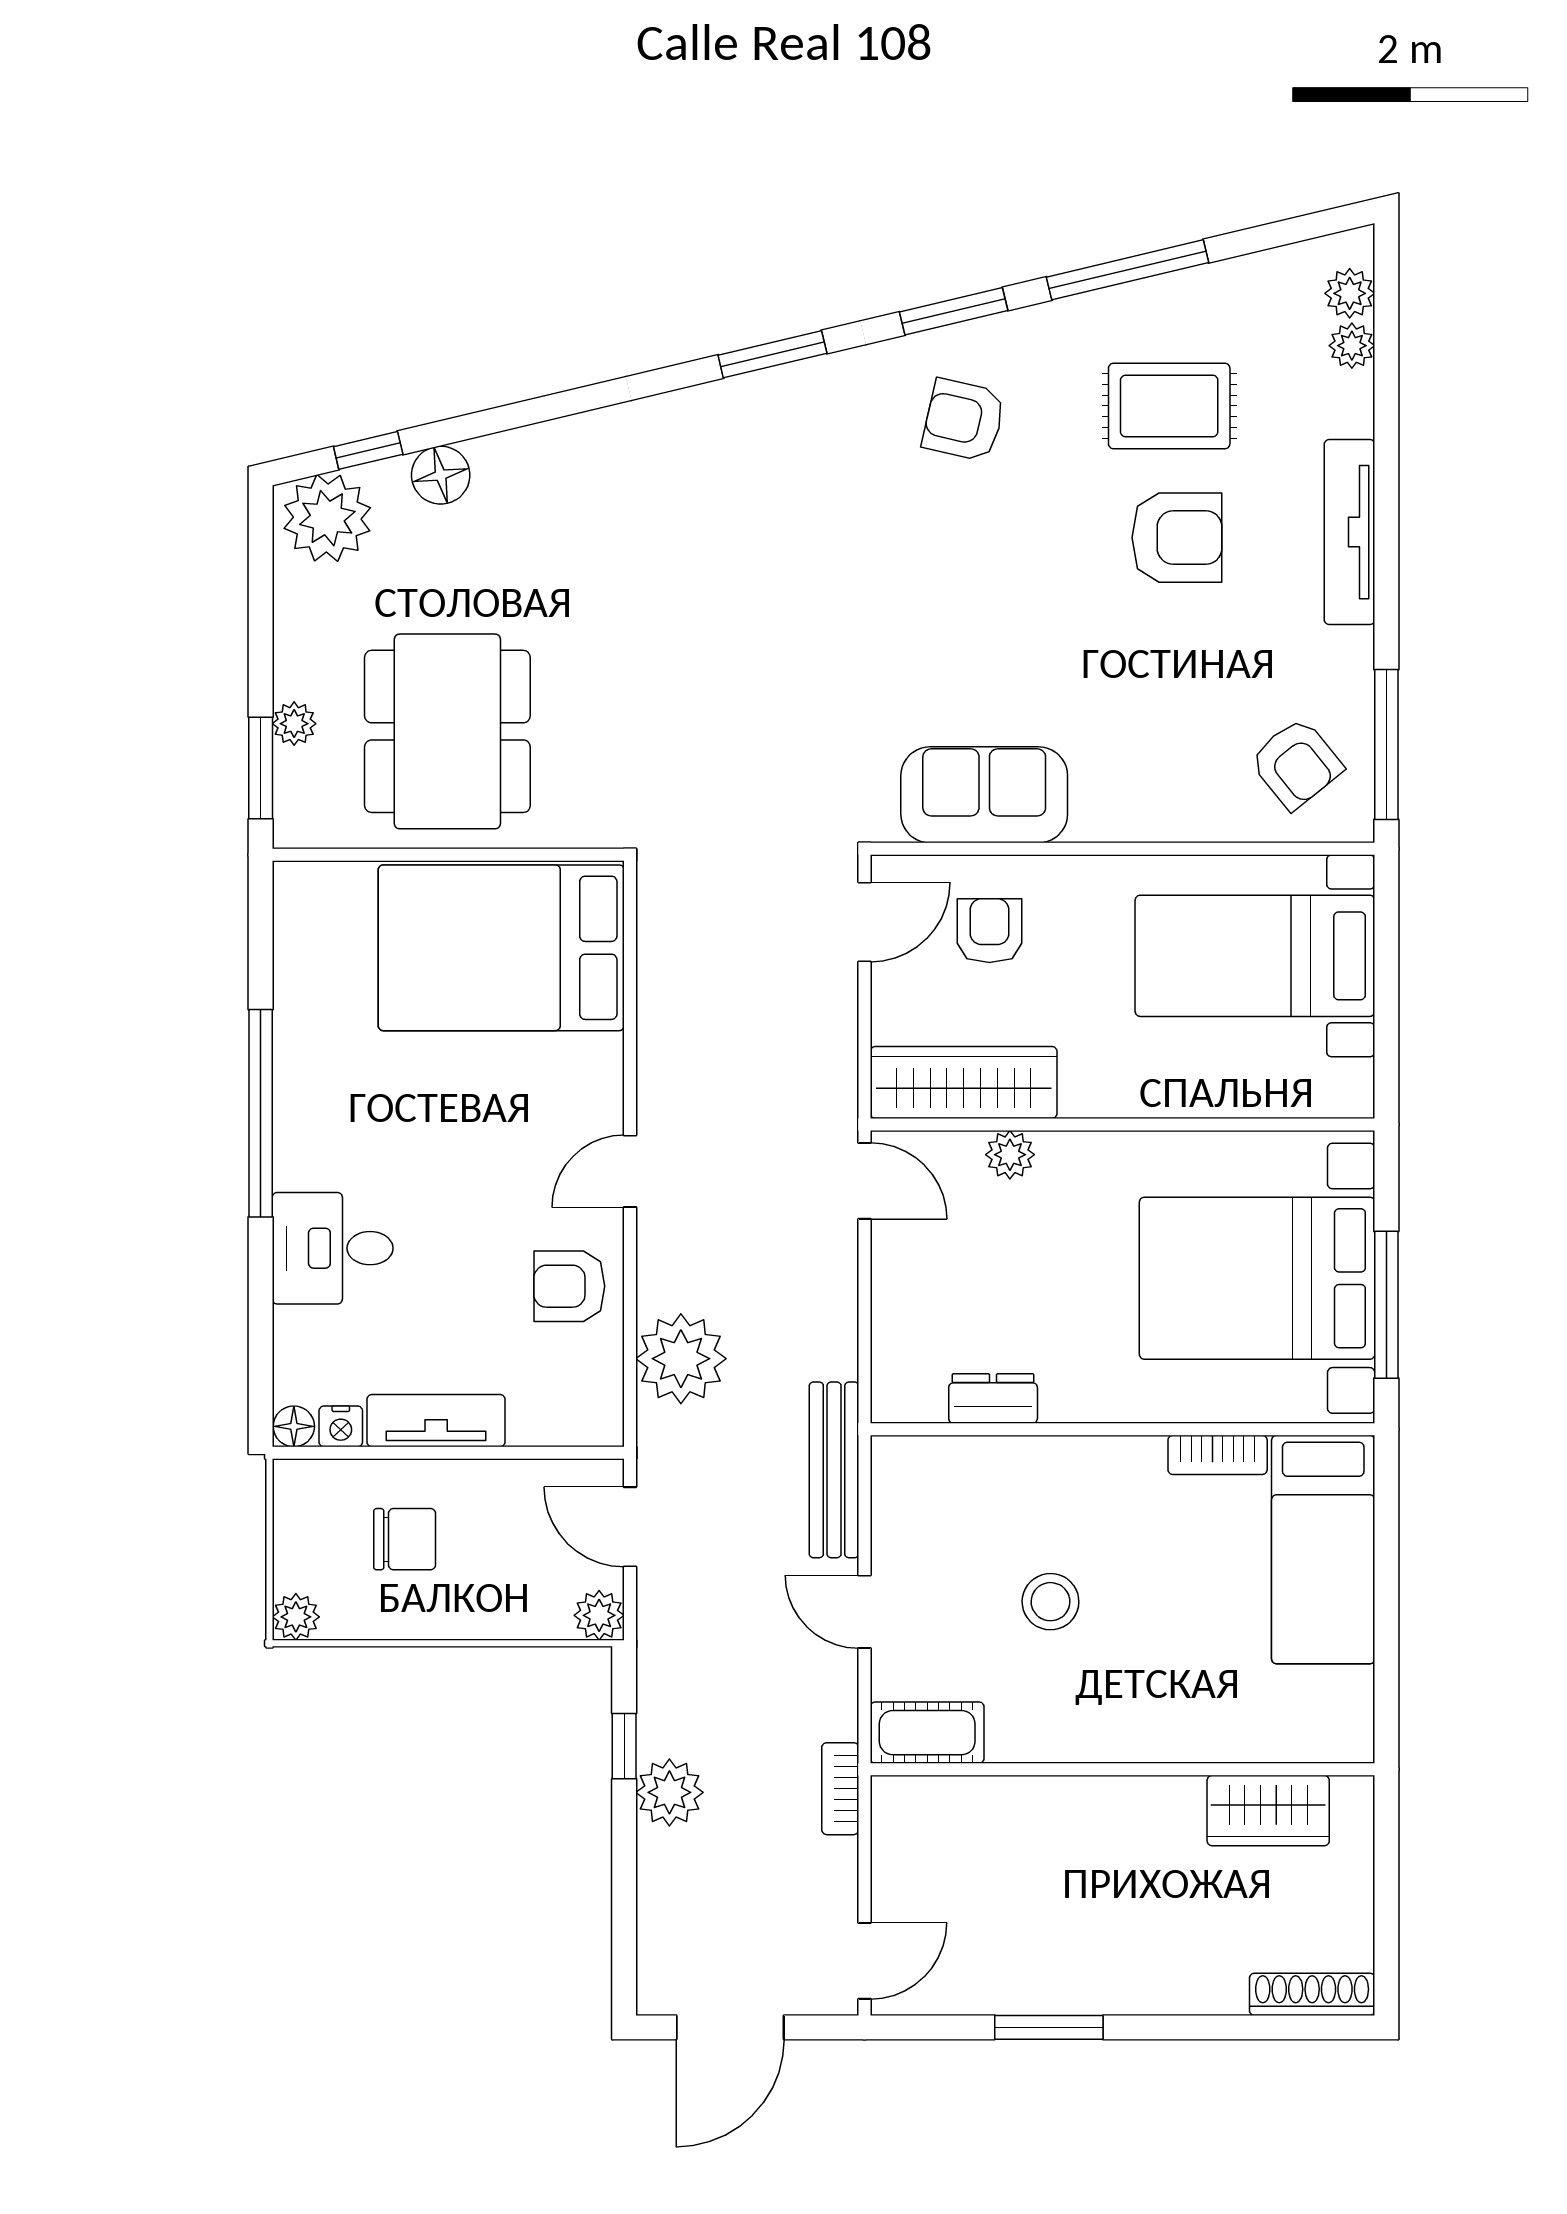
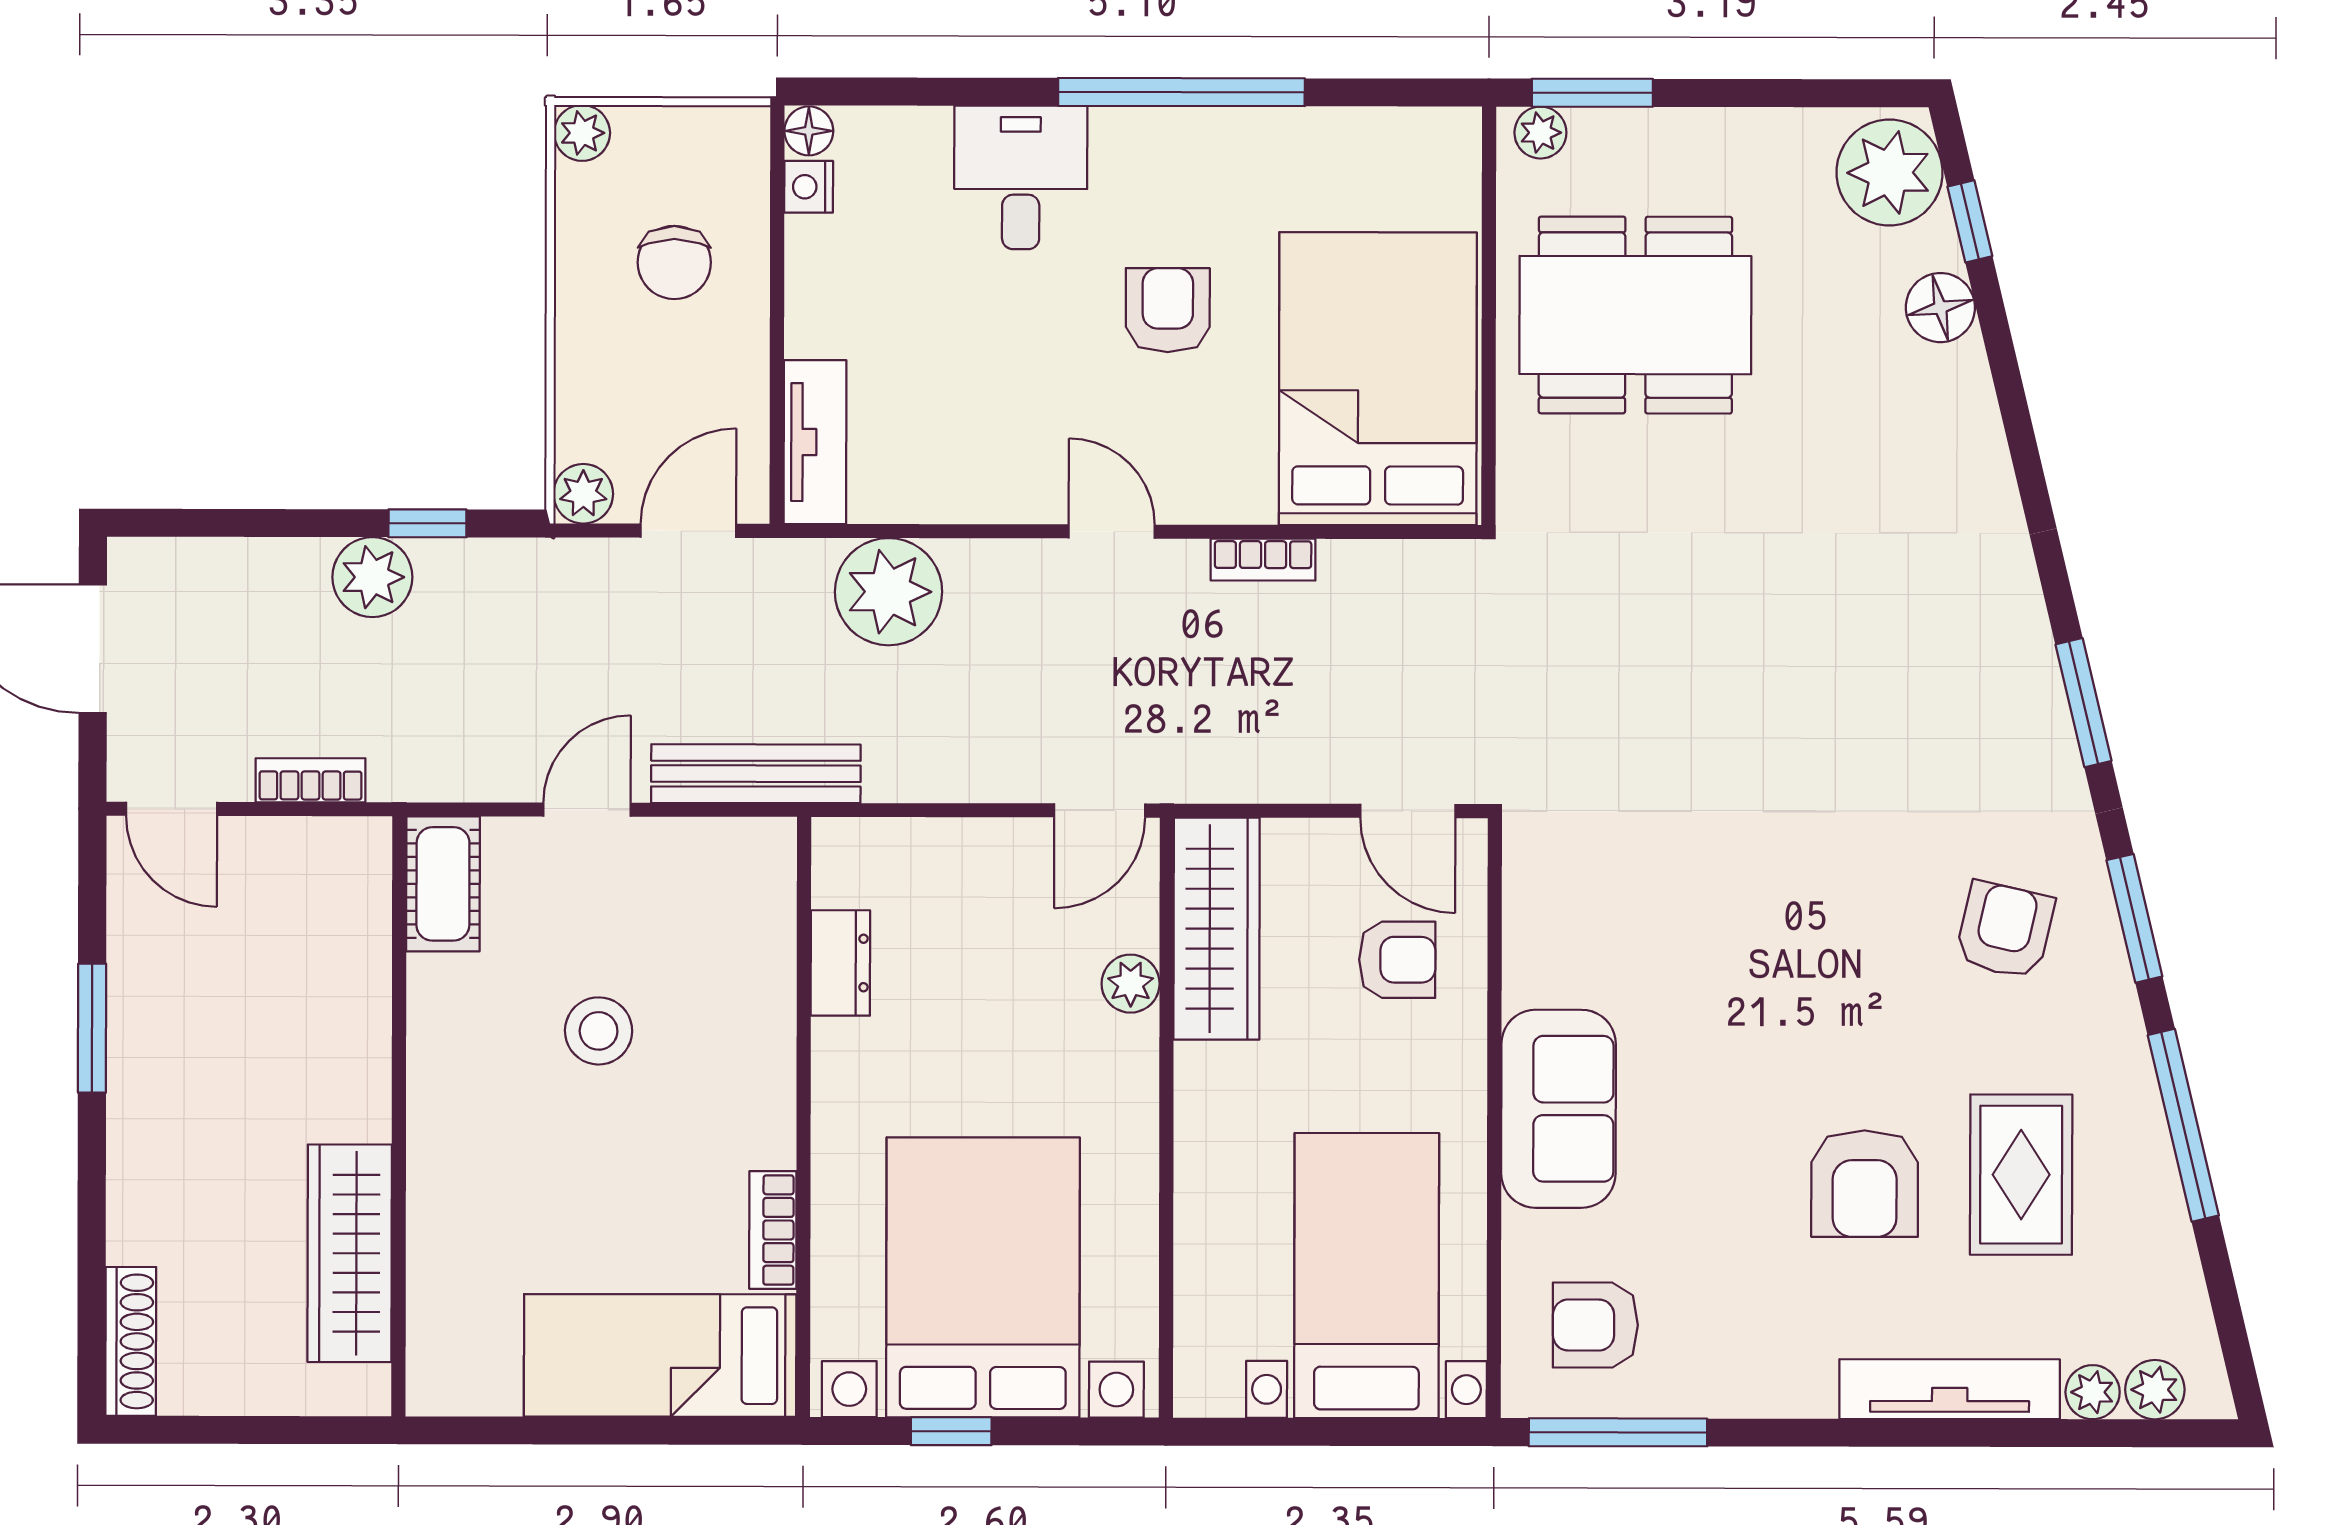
tv unit: (1350, 532) -> (1950, 1389), moved
plant: (294, 724) -> (1540, 133), moved
armchair: (1296, 764) -> (1595, 1325), turned 39
sofa: (984, 795) -> (1558, 1109), moved
bookcase: (653, 1044) -> (1263, 560), added
armchair: (569, 1286) -> (1168, 310), moved
window: (1386, 1305) -> (951, 1431), width x0.46
tv unit: (436, 1421) -> (815, 442), moved
bookcase: (840, 1789) -> (311, 780), moved
wardrobe: (1268, 1811) -> (350, 1253), width x1.50

